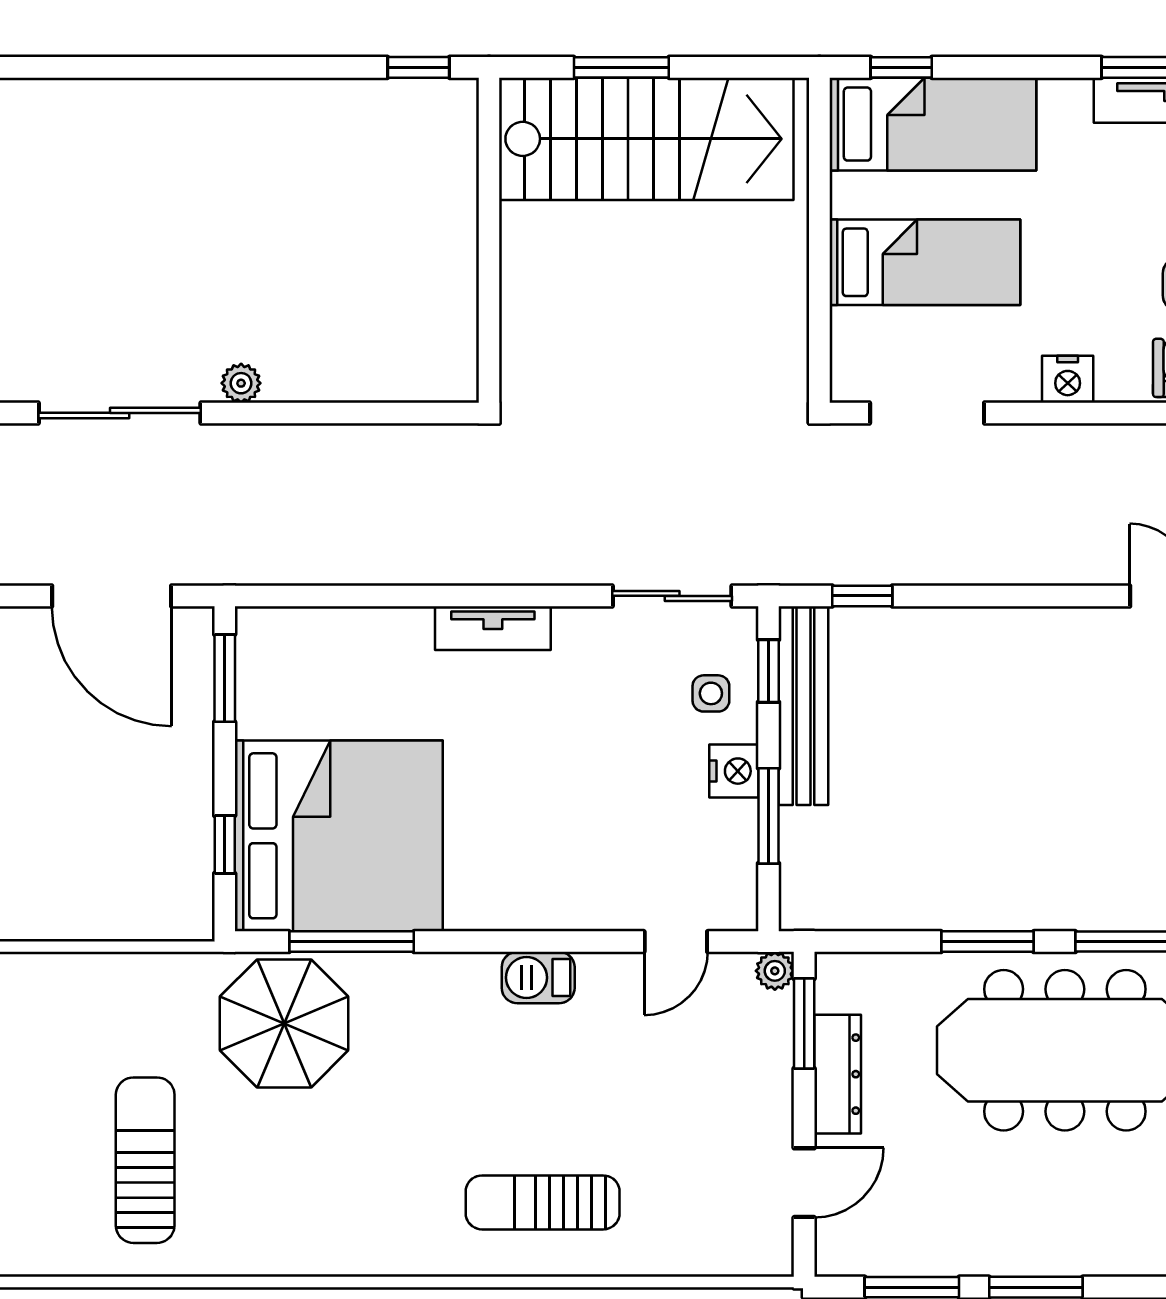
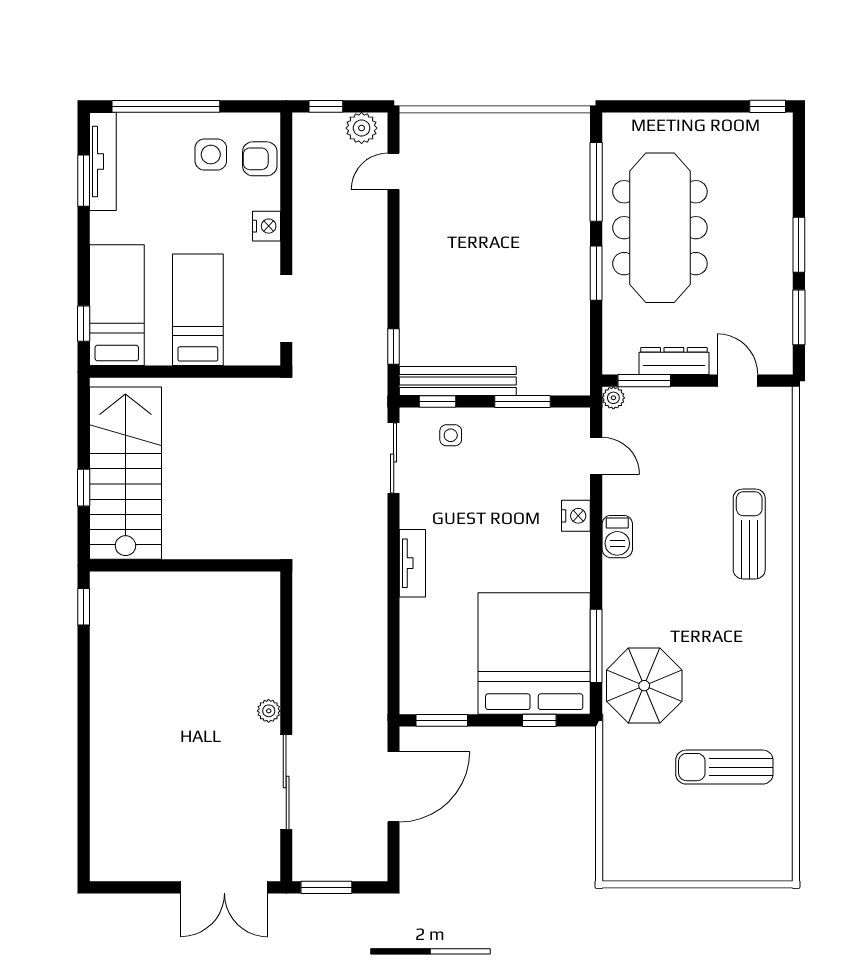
window: (621, 67) -> (84, 488), width x0.67
nightstand: (734, 771) -> (576, 516), moved, turned 90
sun lounger: (543, 1202) -> (749, 534), turned 180

